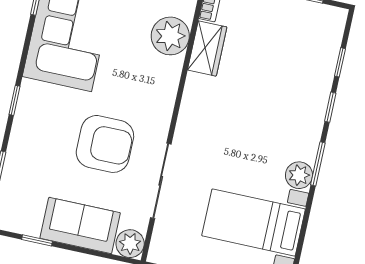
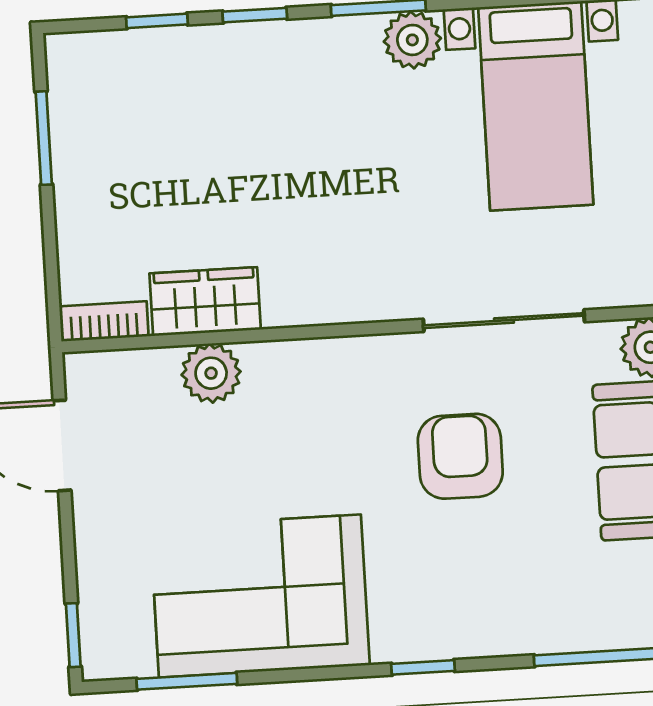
plant: (170, 36) -> (211, 373), width x0.73, depth x0.73
armchair: (105, 144) -> (460, 456), width x0.73, depth x0.73

